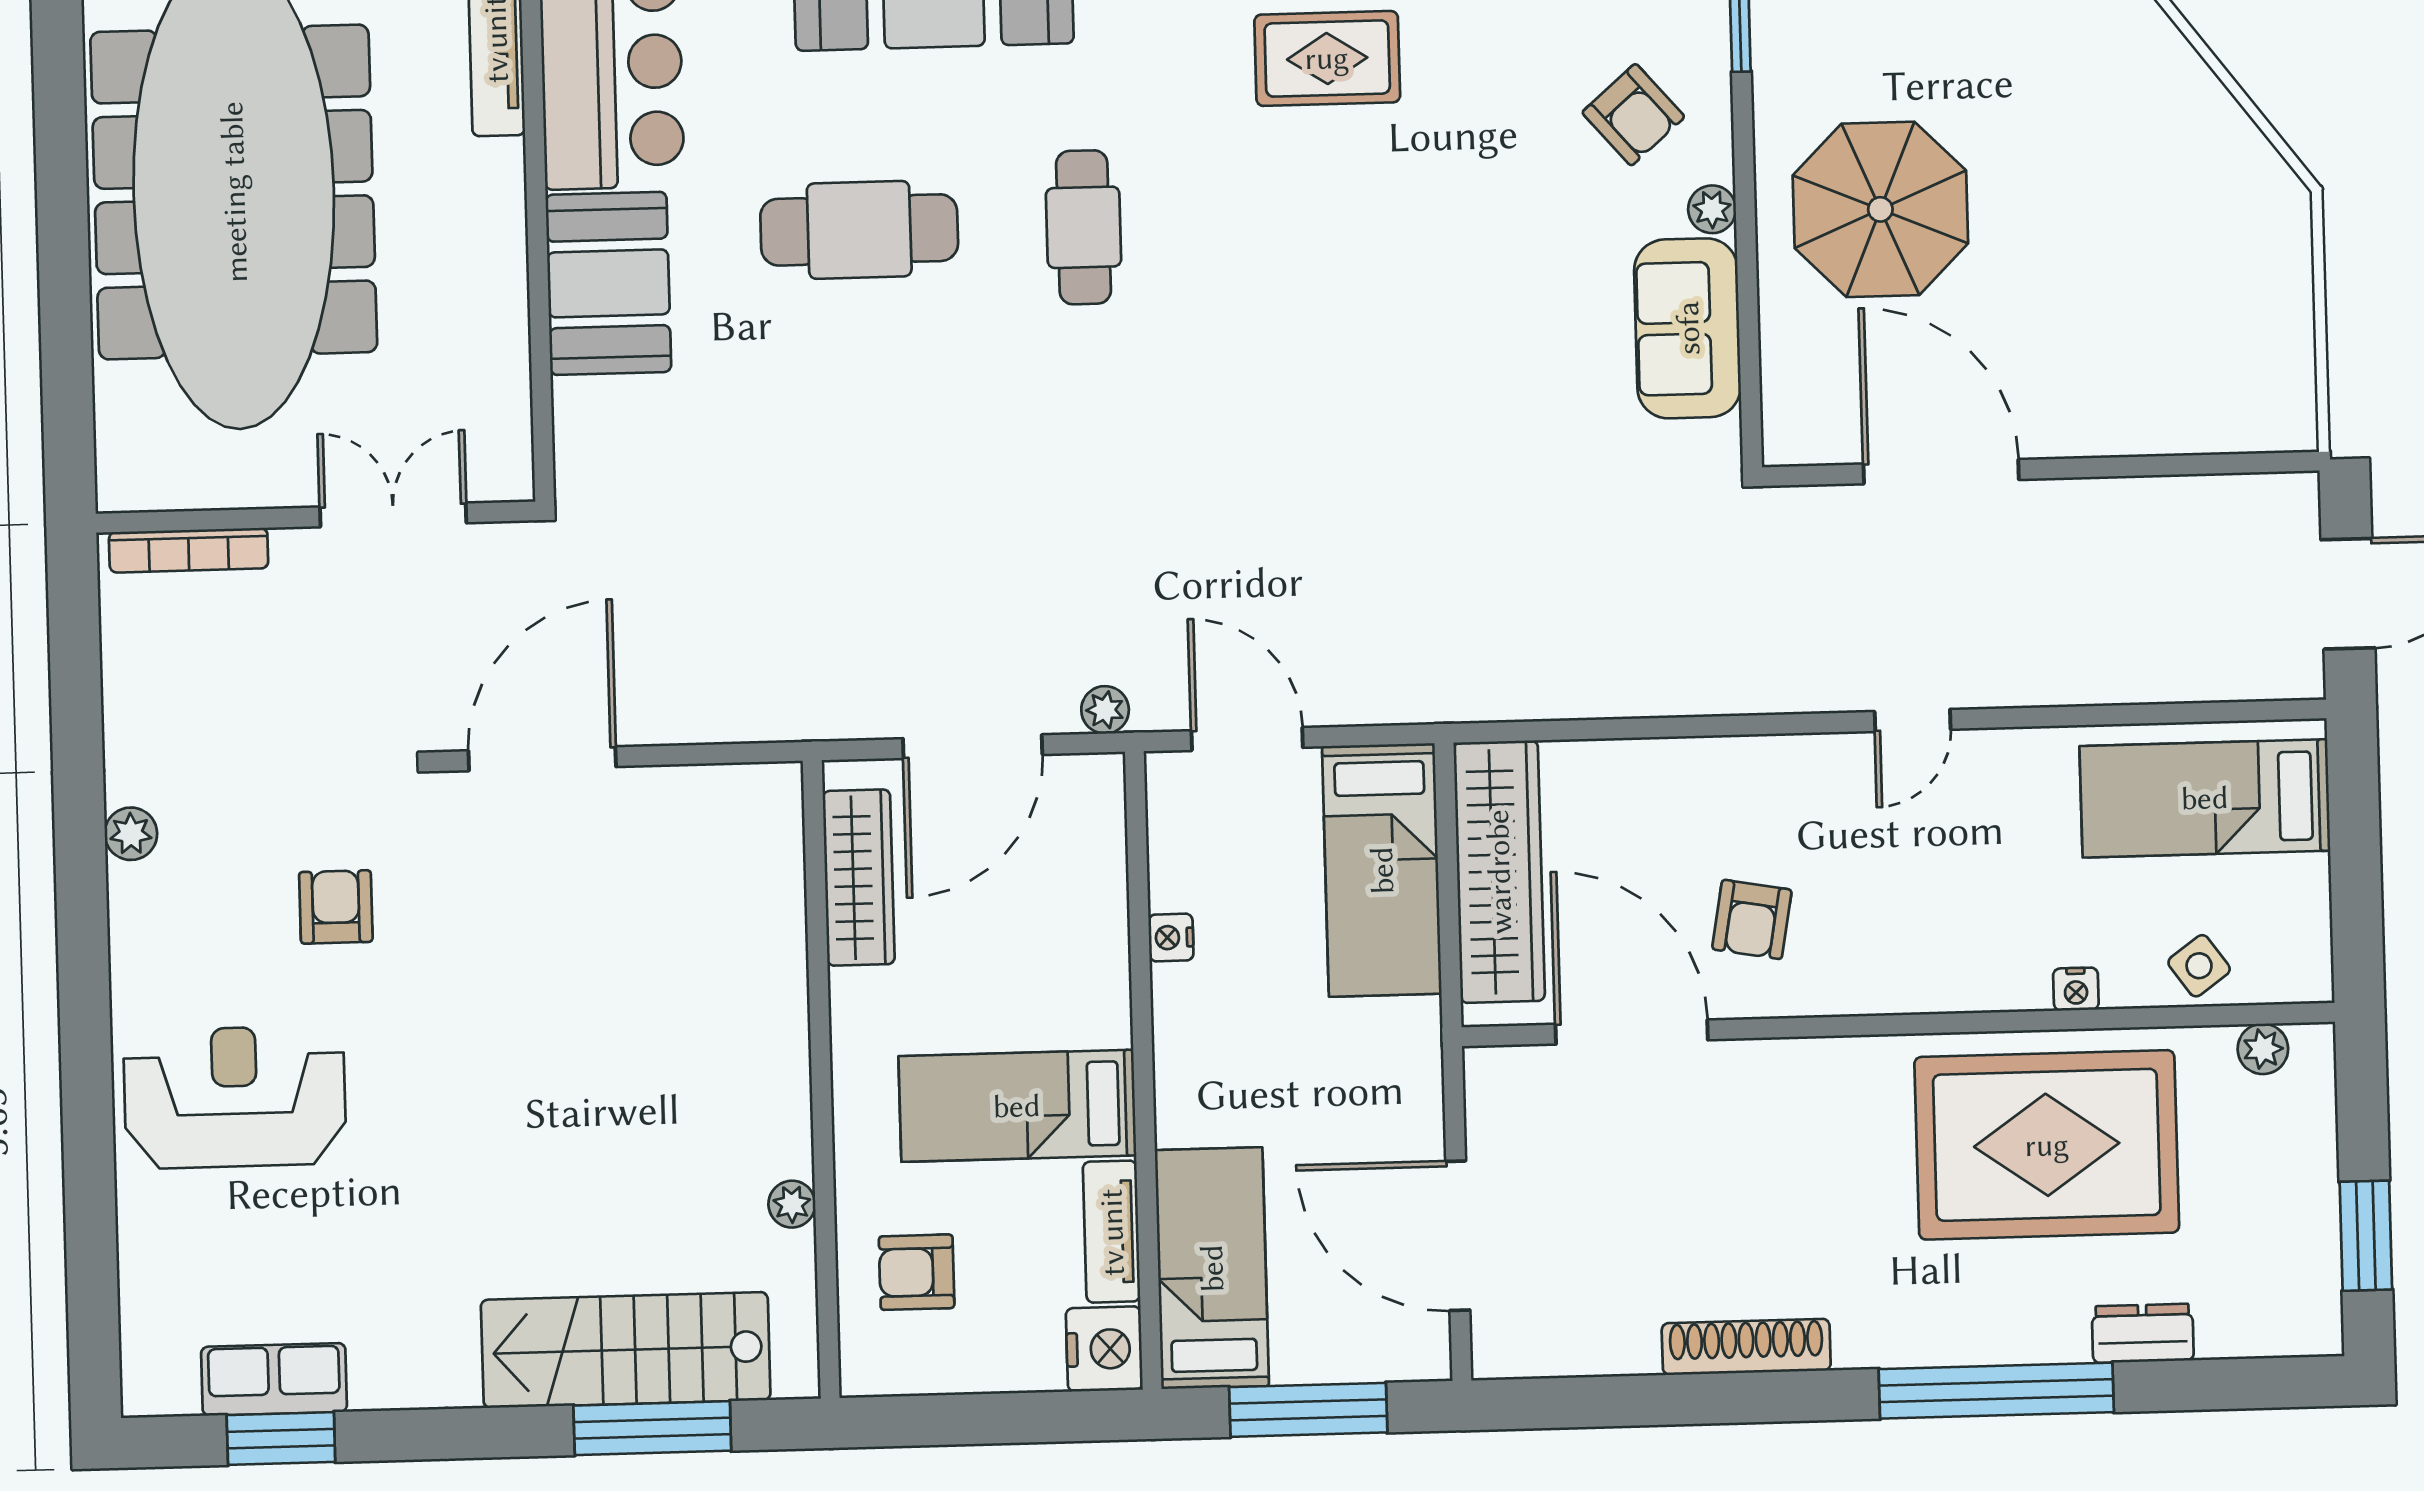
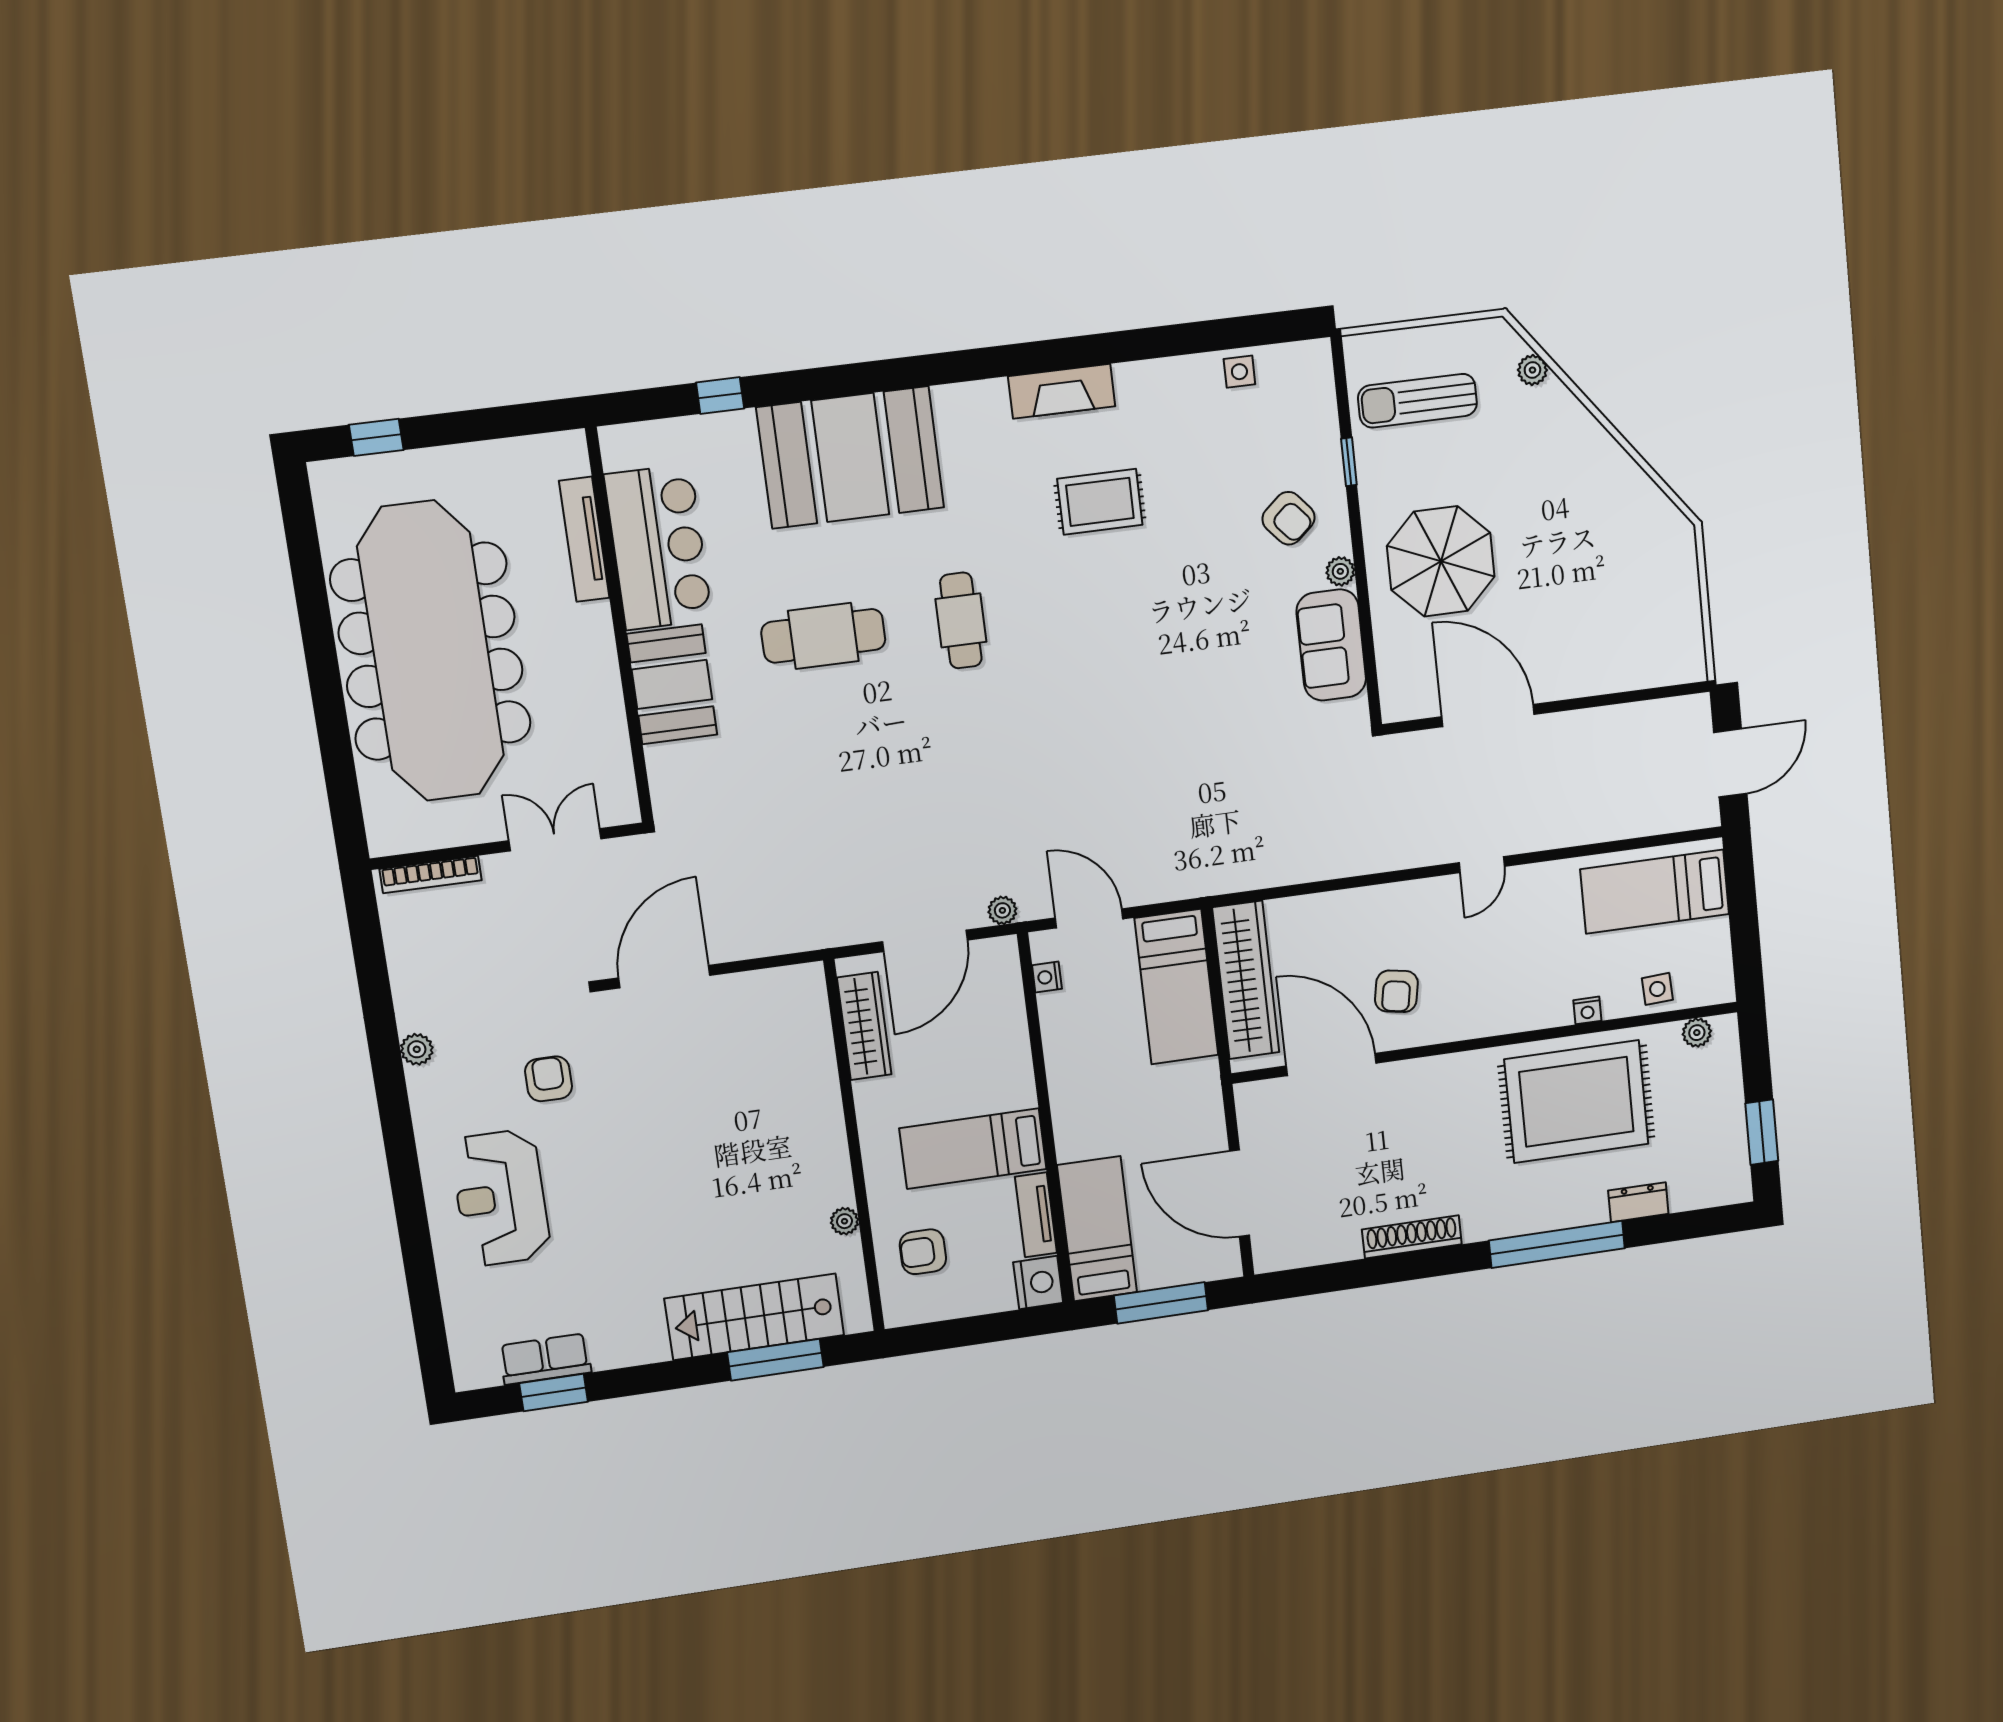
nightstand: (1171, 937) -> (1047, 977), moved
side table: (2199, 966) -> (1657, 989), turned 33
reception desk: (235, 1097) -> (501, 1198), turned -90

